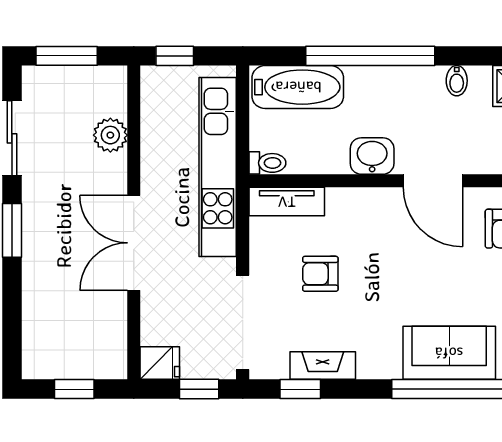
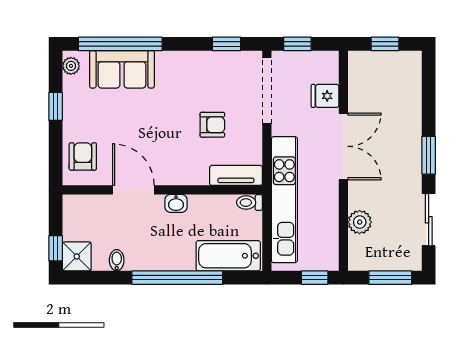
washbasin: (372, 156) -> (176, 203), width x0.72, depth x0.69
fridge: (160, 363) -> (325, 96), moved
fireplace: (323, 366) -> (211, 60), removed

